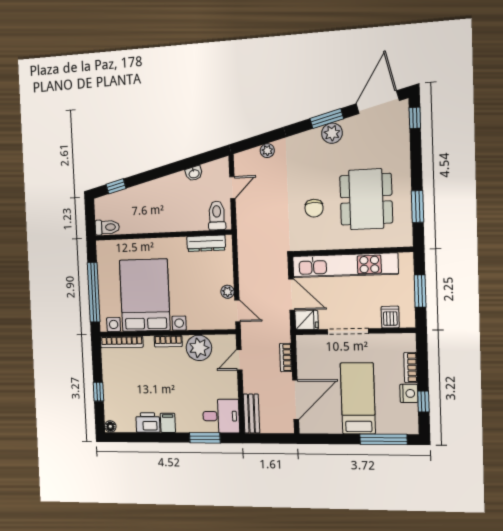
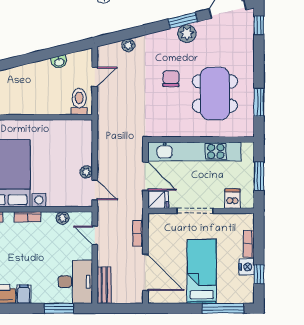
chair: (314, 208) -> (171, 79), moved, turned 180
dresser: (206, 243) -> (68, 127), removed
plant: (199, 348) -> (63, 218), width x0.53, depth x0.53
door: (239, 360) -> (95, 235), hinge flipped
door: (296, 400) -> (146, 272), hinge flipped
desk: (221, 416) -> (75, 282), width x1.37

